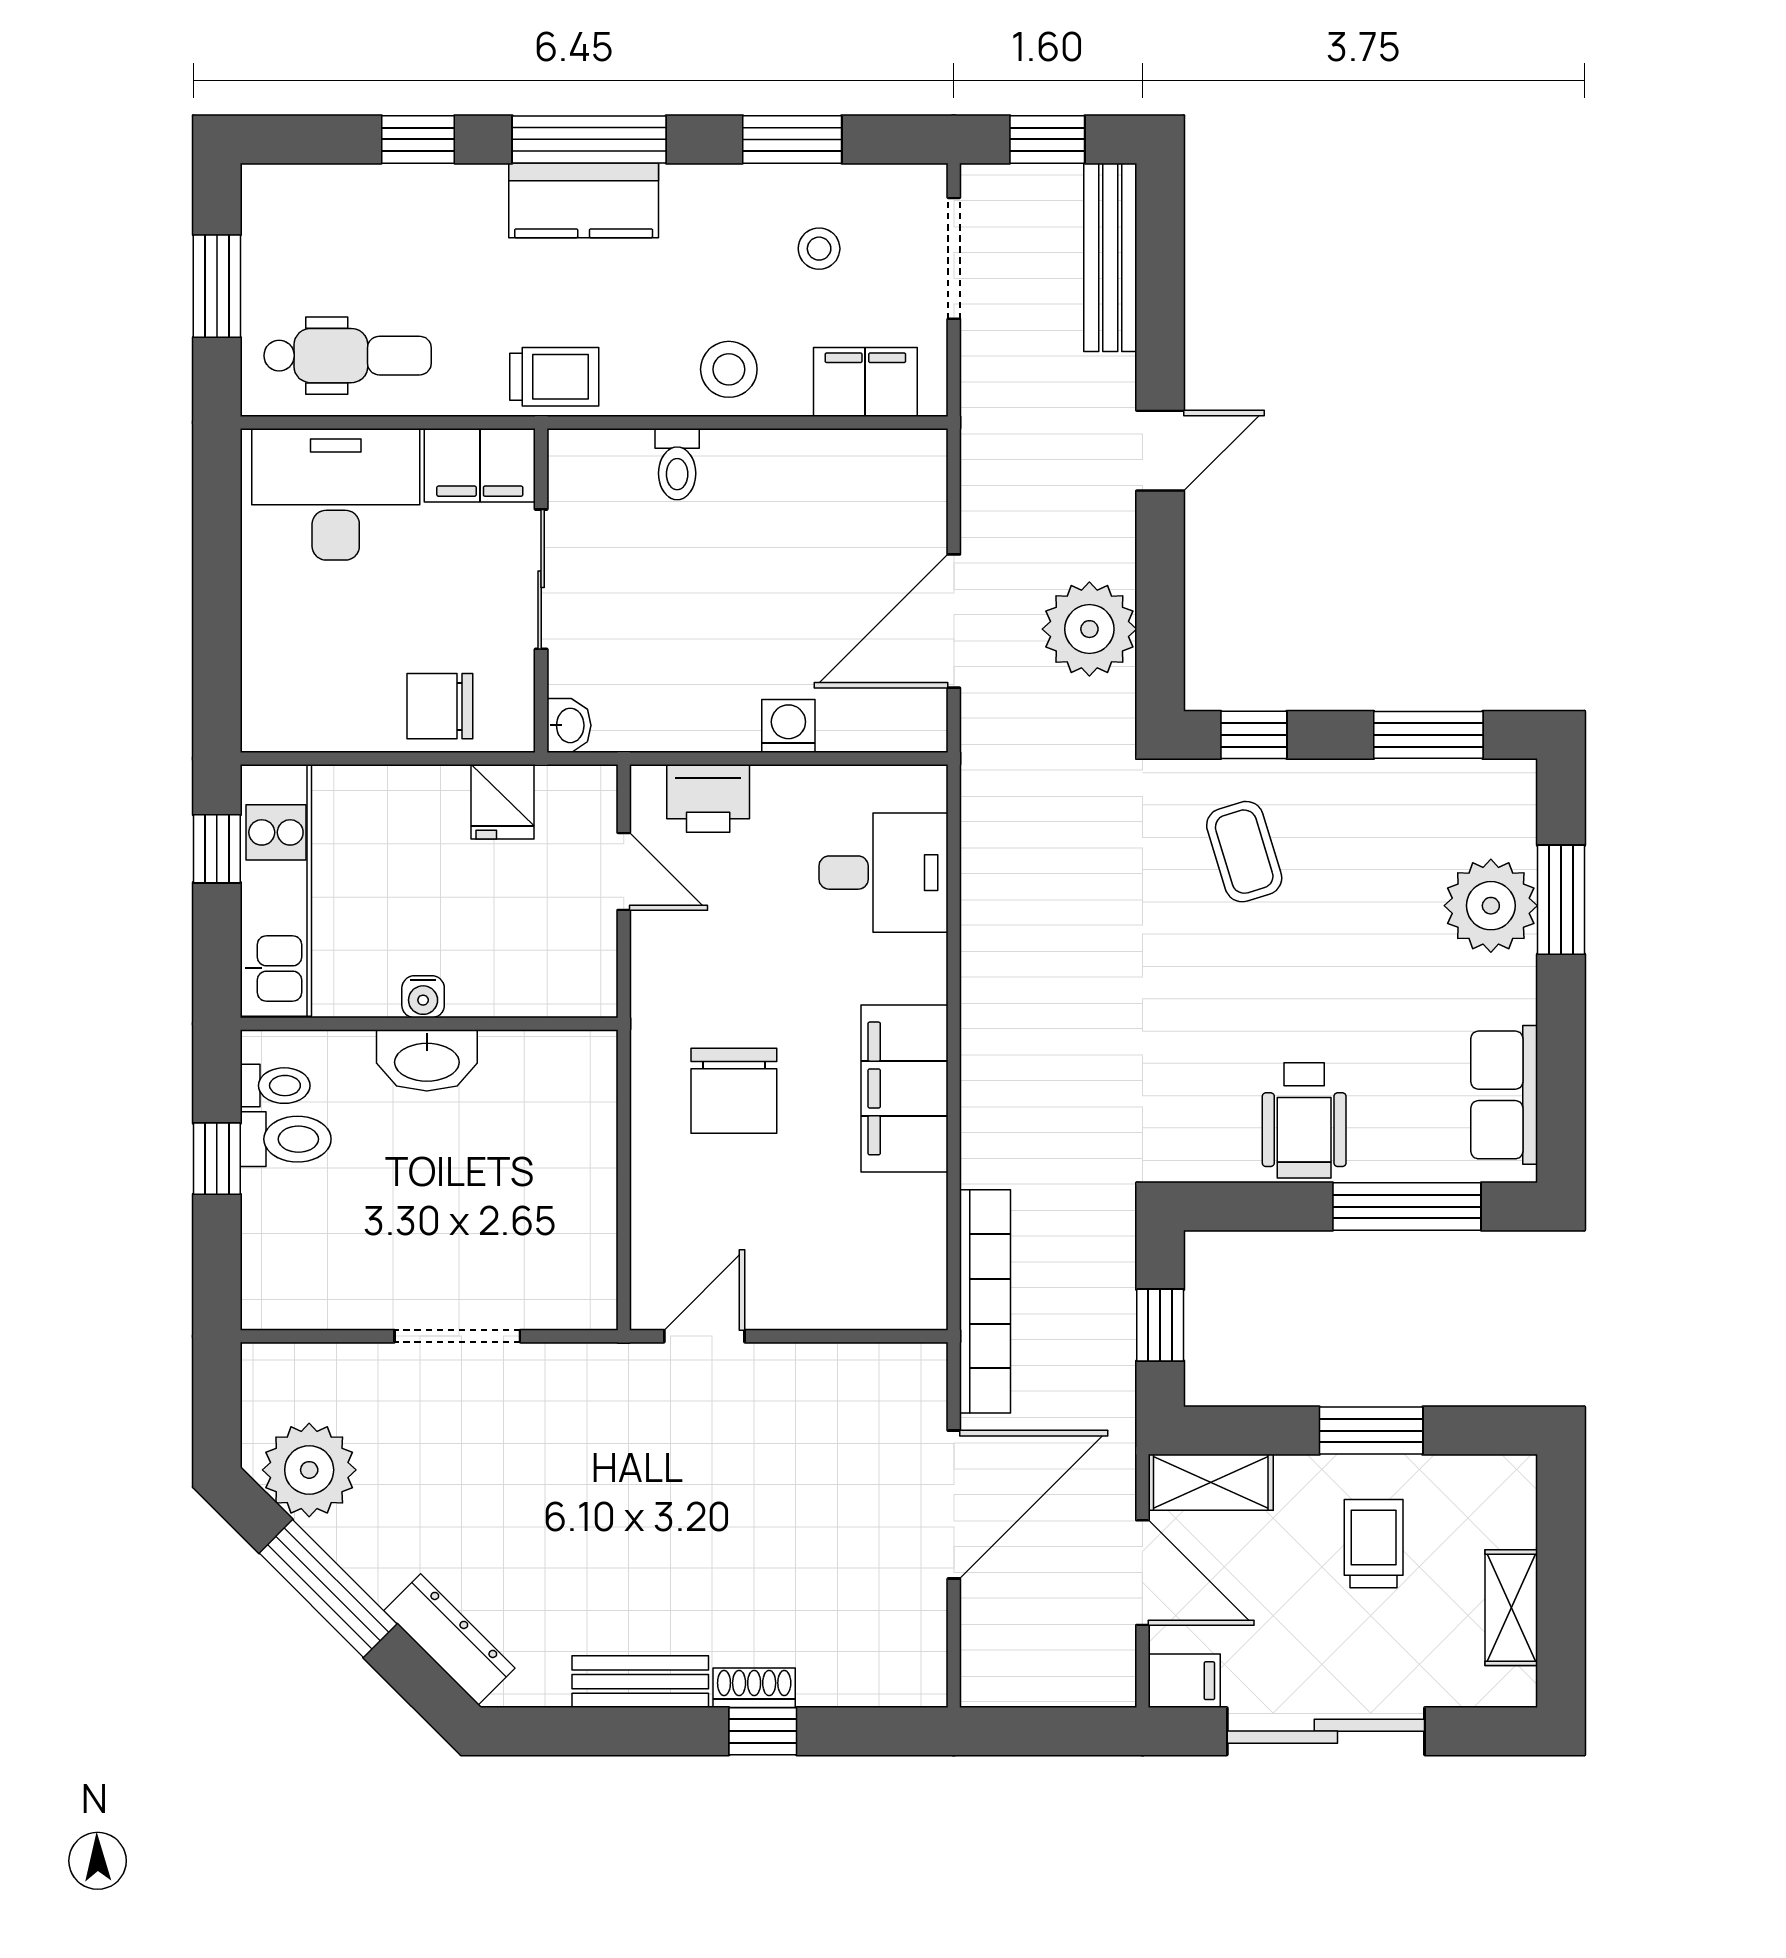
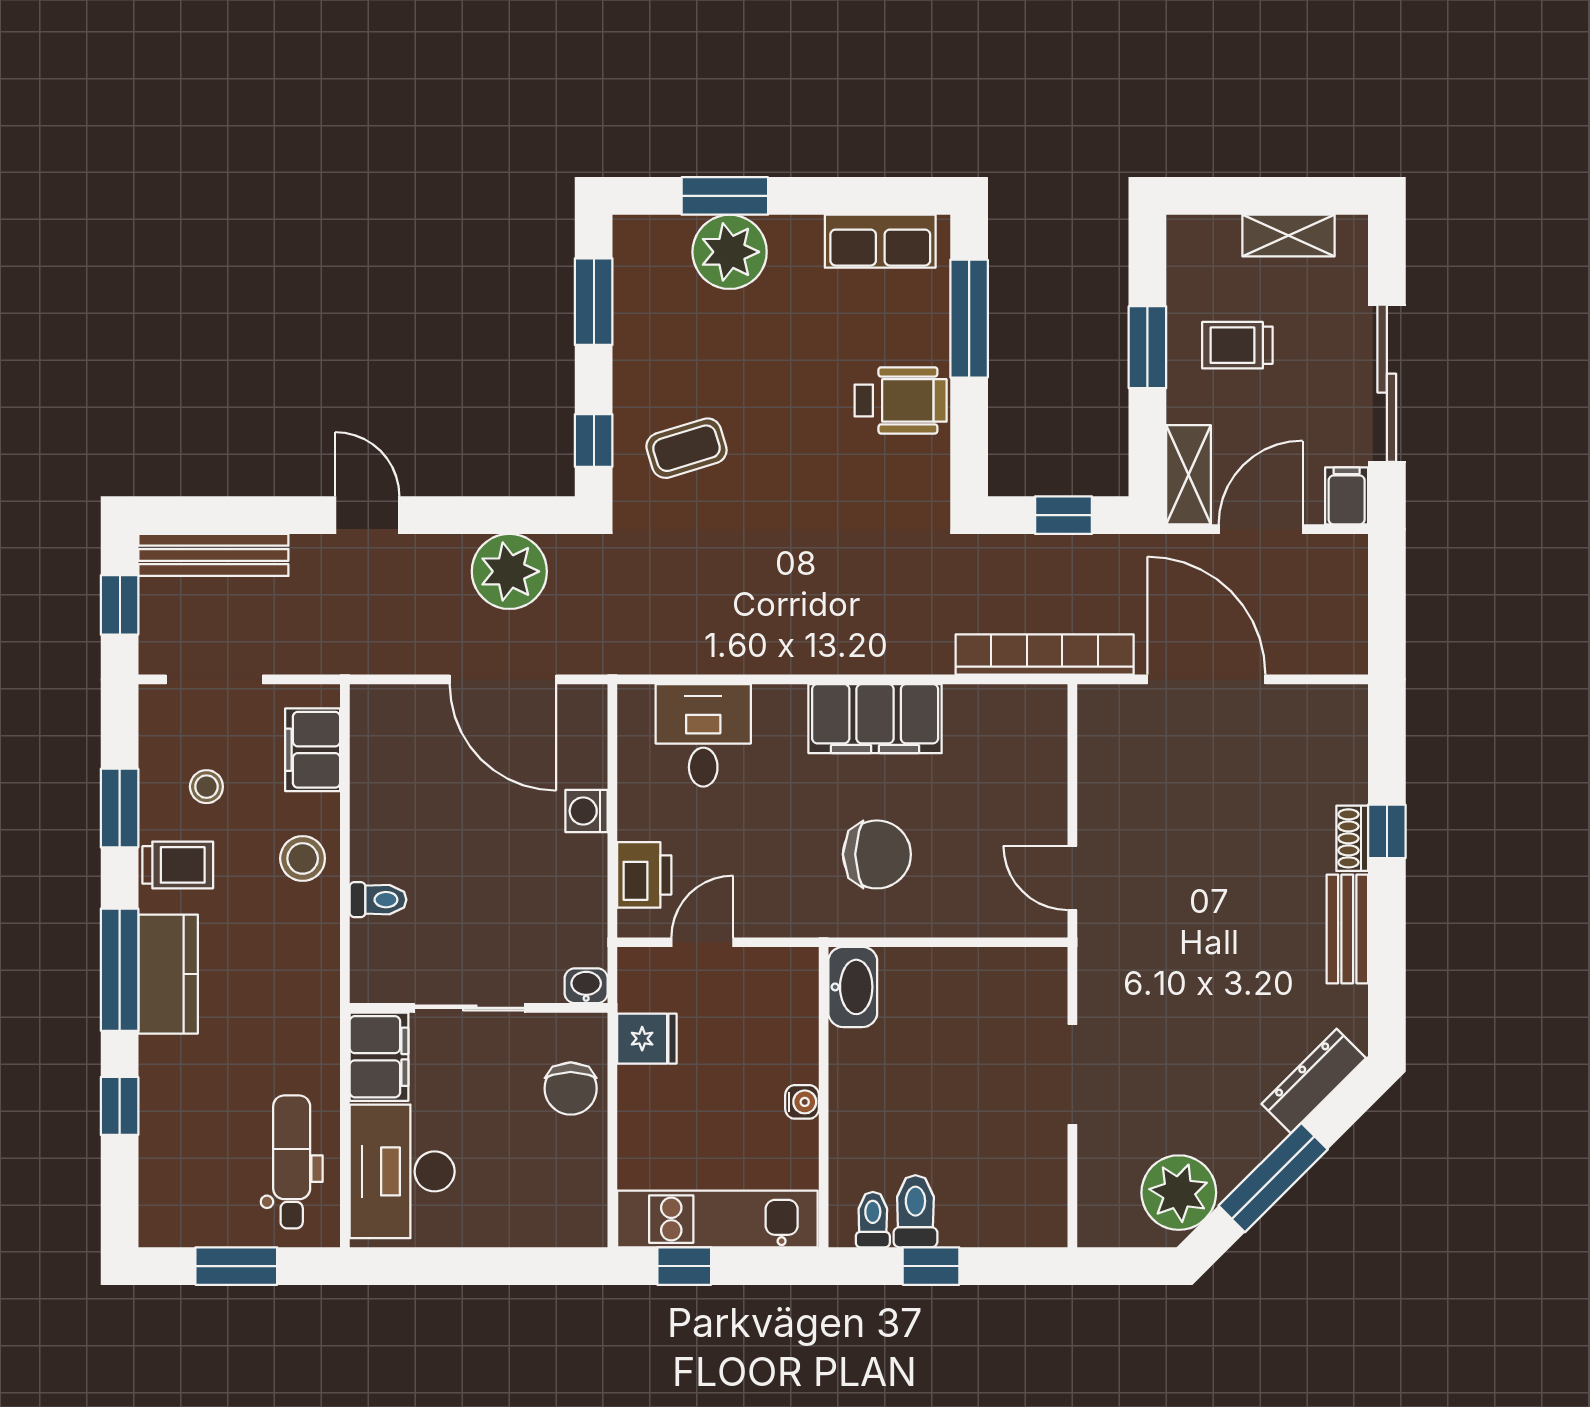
trolley: (554, 377) -> (178, 865), moved, turned 90
washbasin: (427, 1060) -> (853, 987), moved

